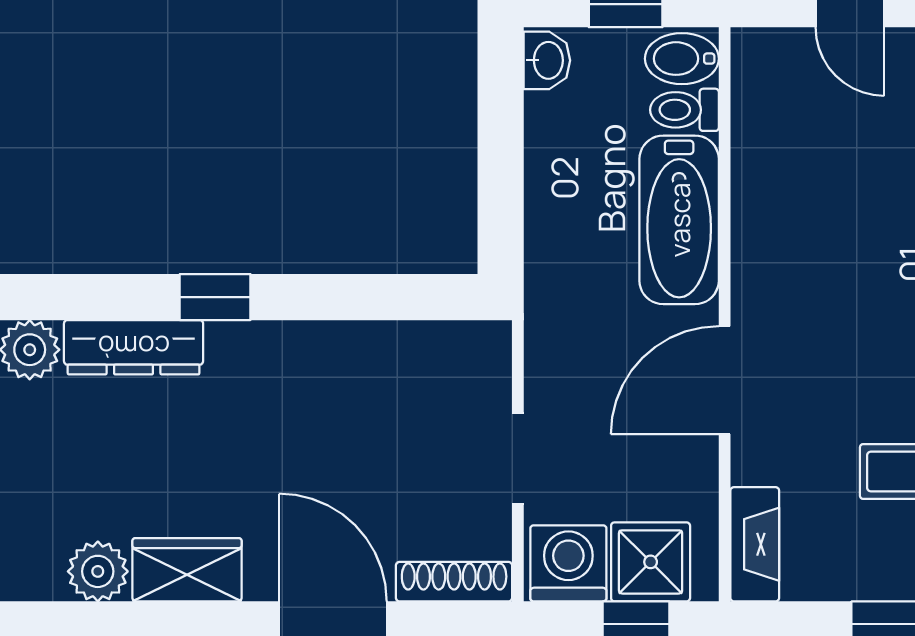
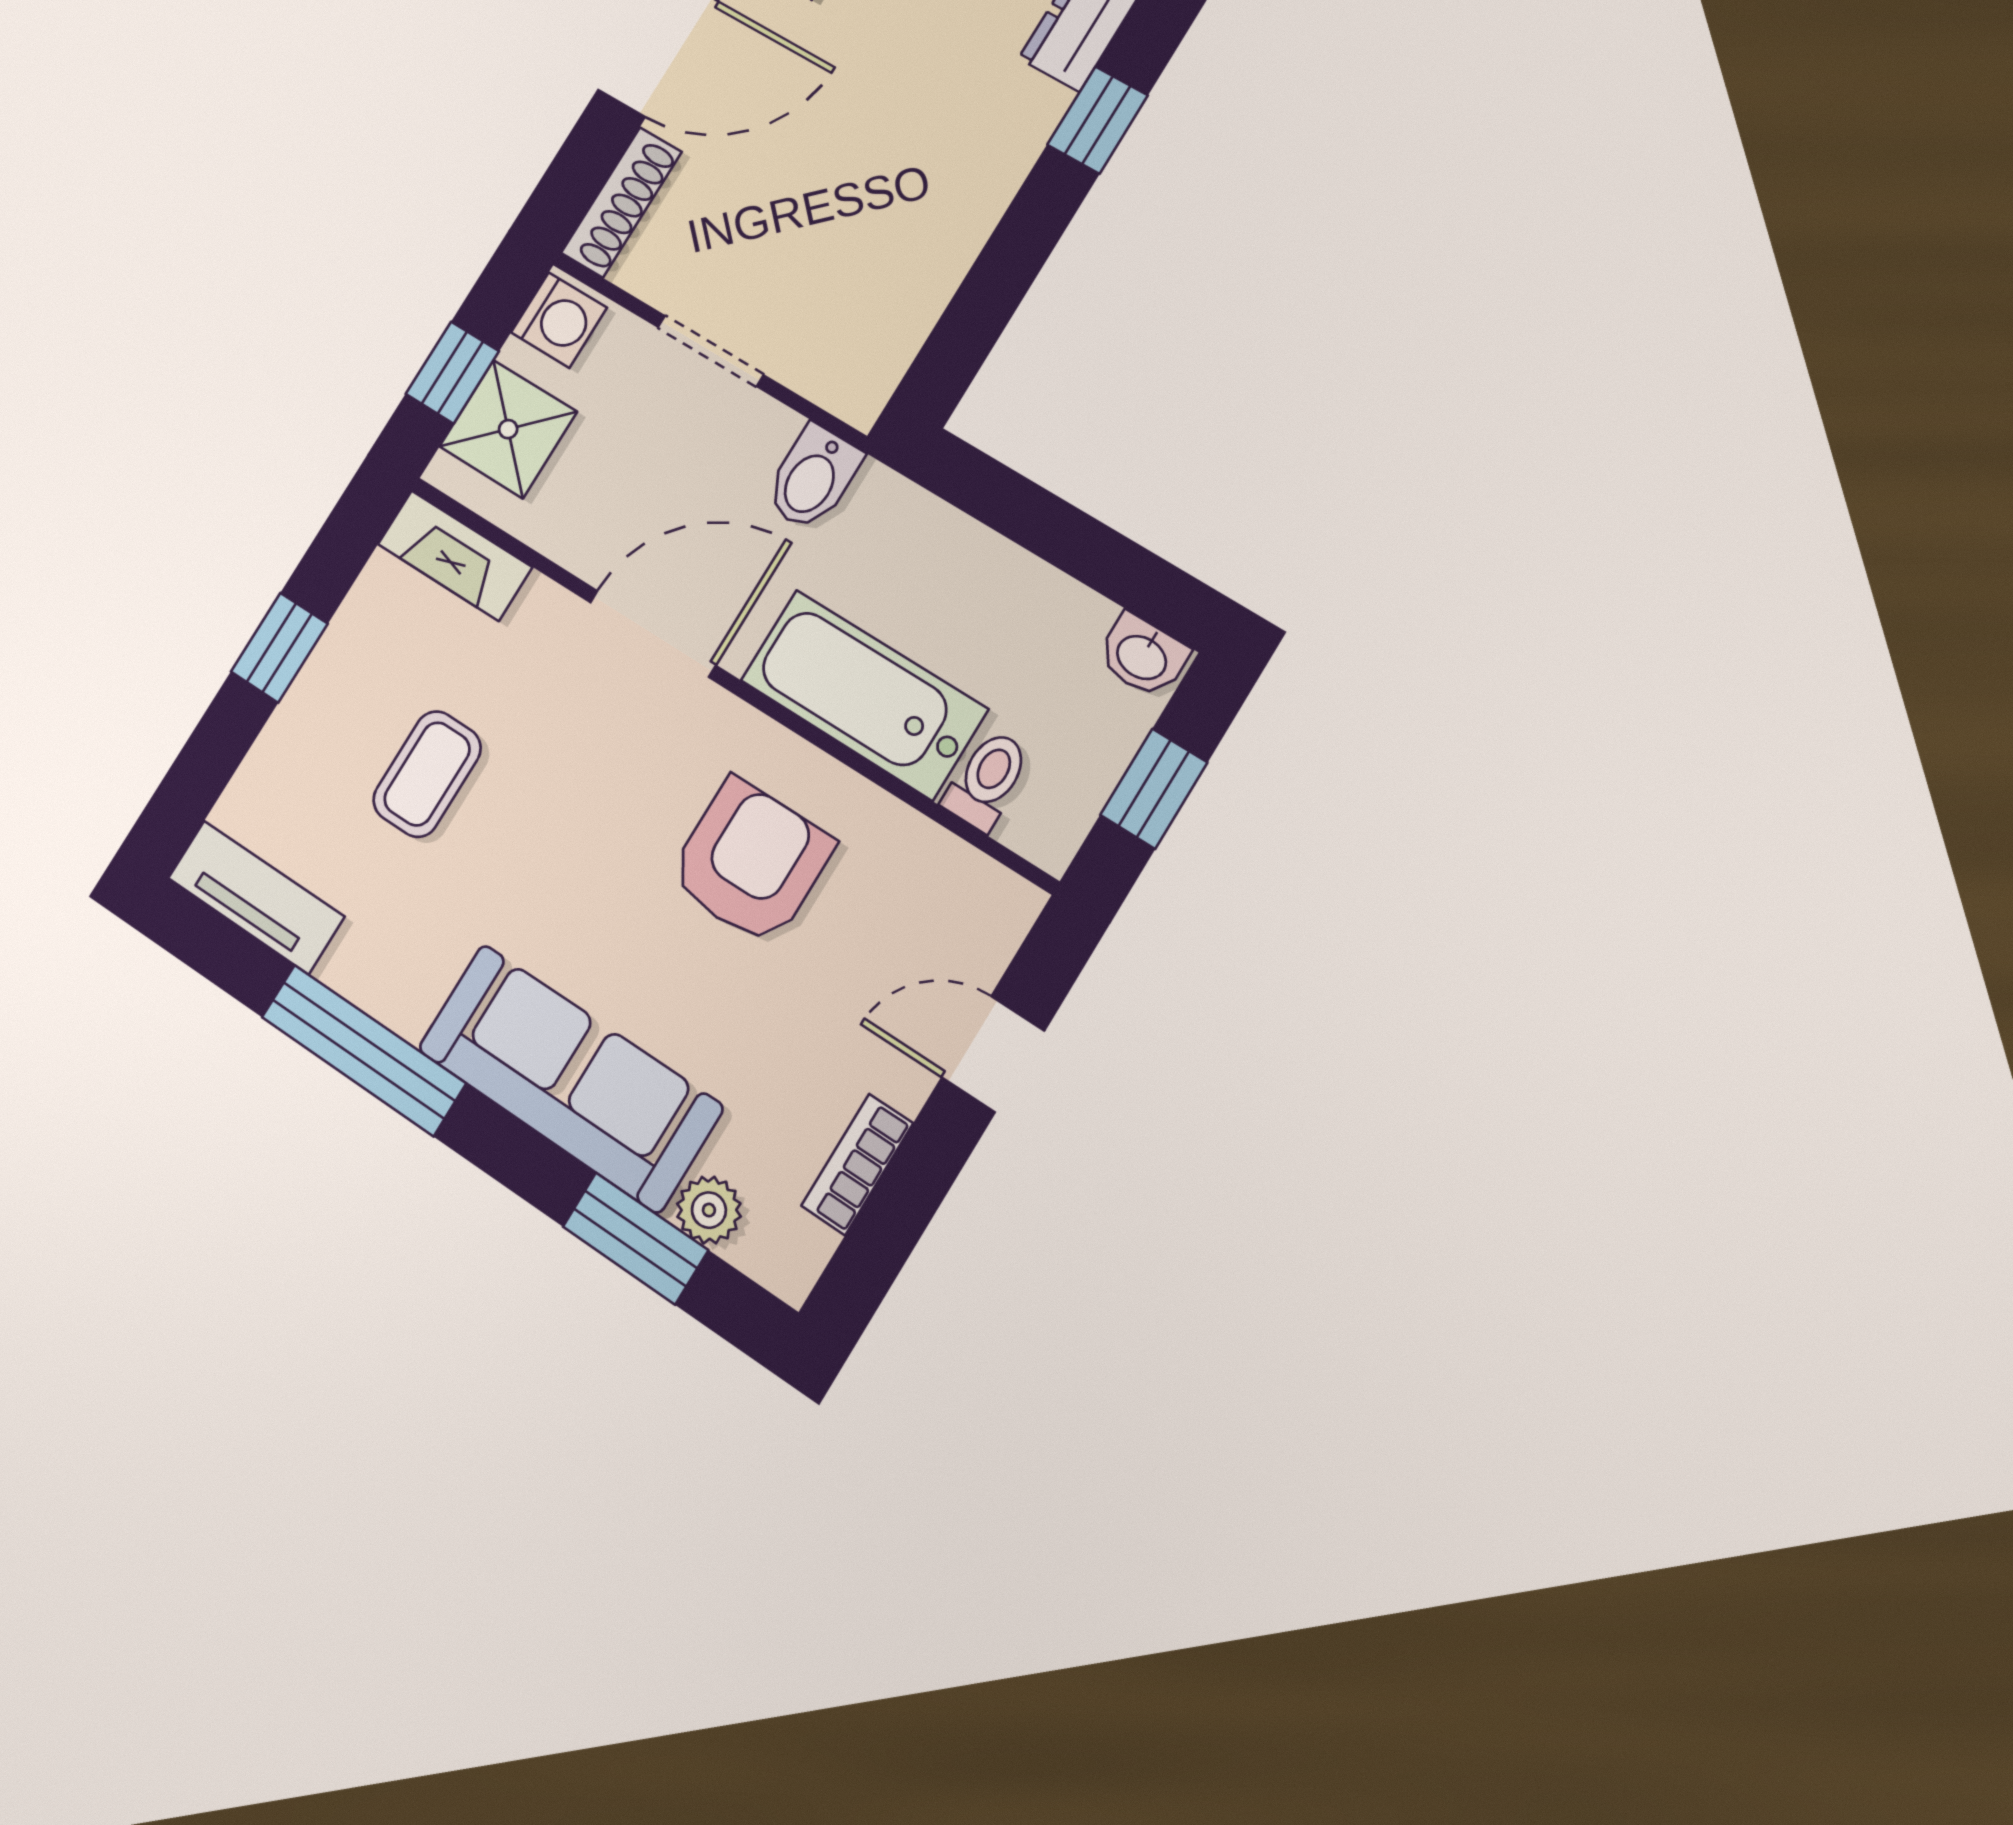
bidet: (682, 59) -> (813, 478), moved, turned 180
armchair: (829, 227) -> (751, 862), added
door: (725, 380) -> (653, 634), hinge flipped
washing machine: (568, 563) -> (559, 320), width x0.73, depth x0.73

